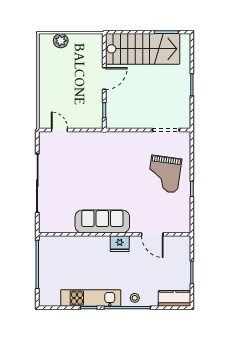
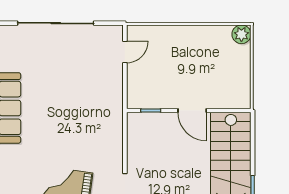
plant: (61, 41) -> (241, 34), moved

